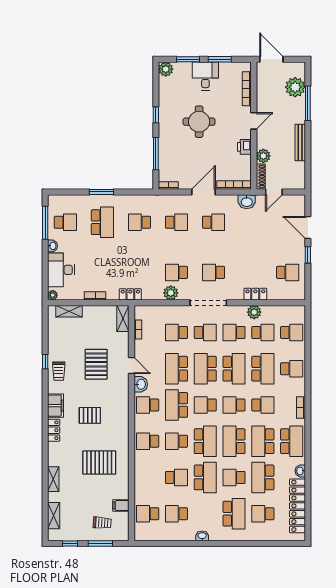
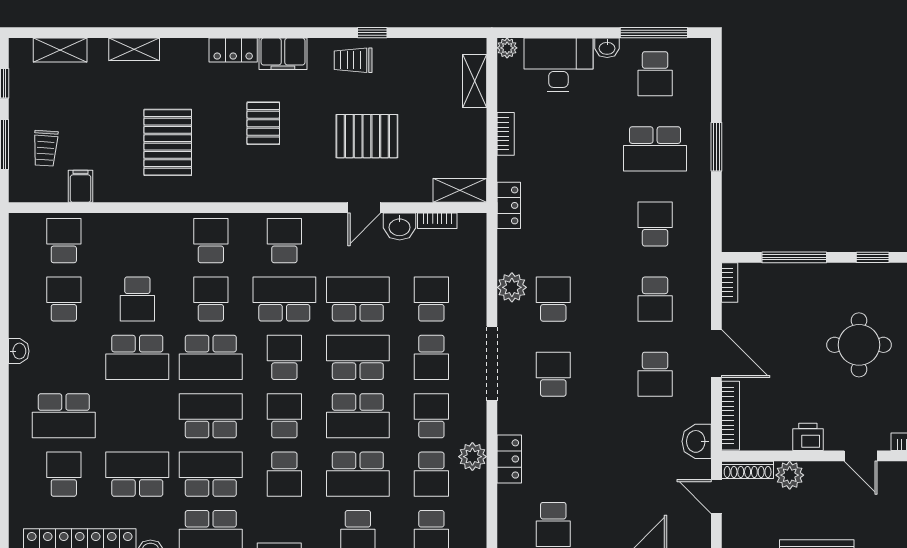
washbasin: (141, 384) -> (400, 227), moved
school desk: (234, 477) -> (137, 416), removed

